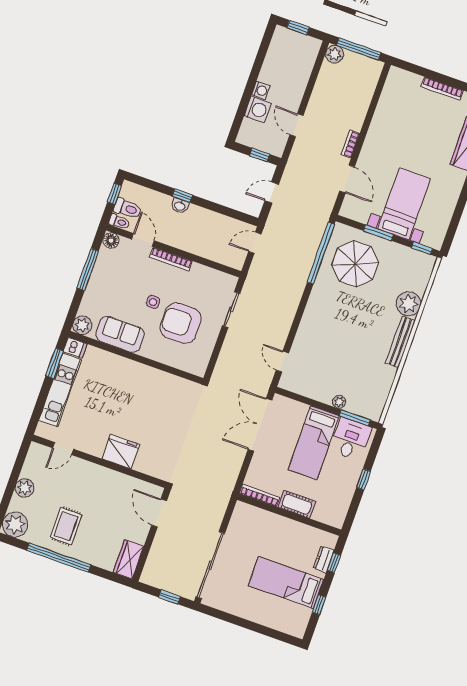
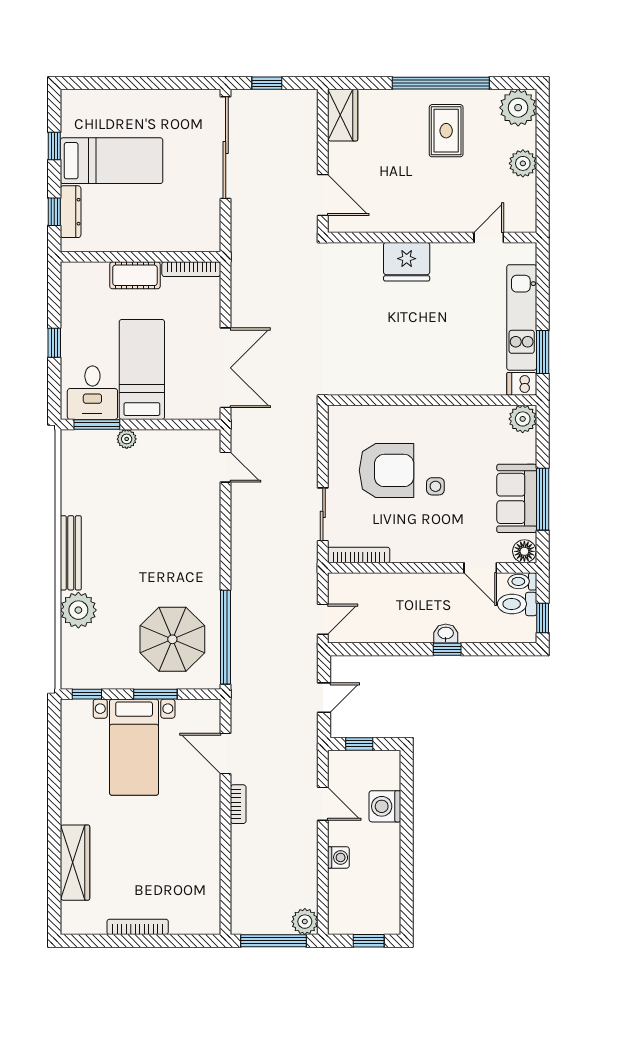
washing machine: (261, 90) -> (338, 857), moved, turned 180
bookcase: (171, 259) -> (359, 555), moved
sofa: (120, 334) -> (517, 498), moved, turned 90
dresser: (324, 559) -> (71, 212), width x1.44

